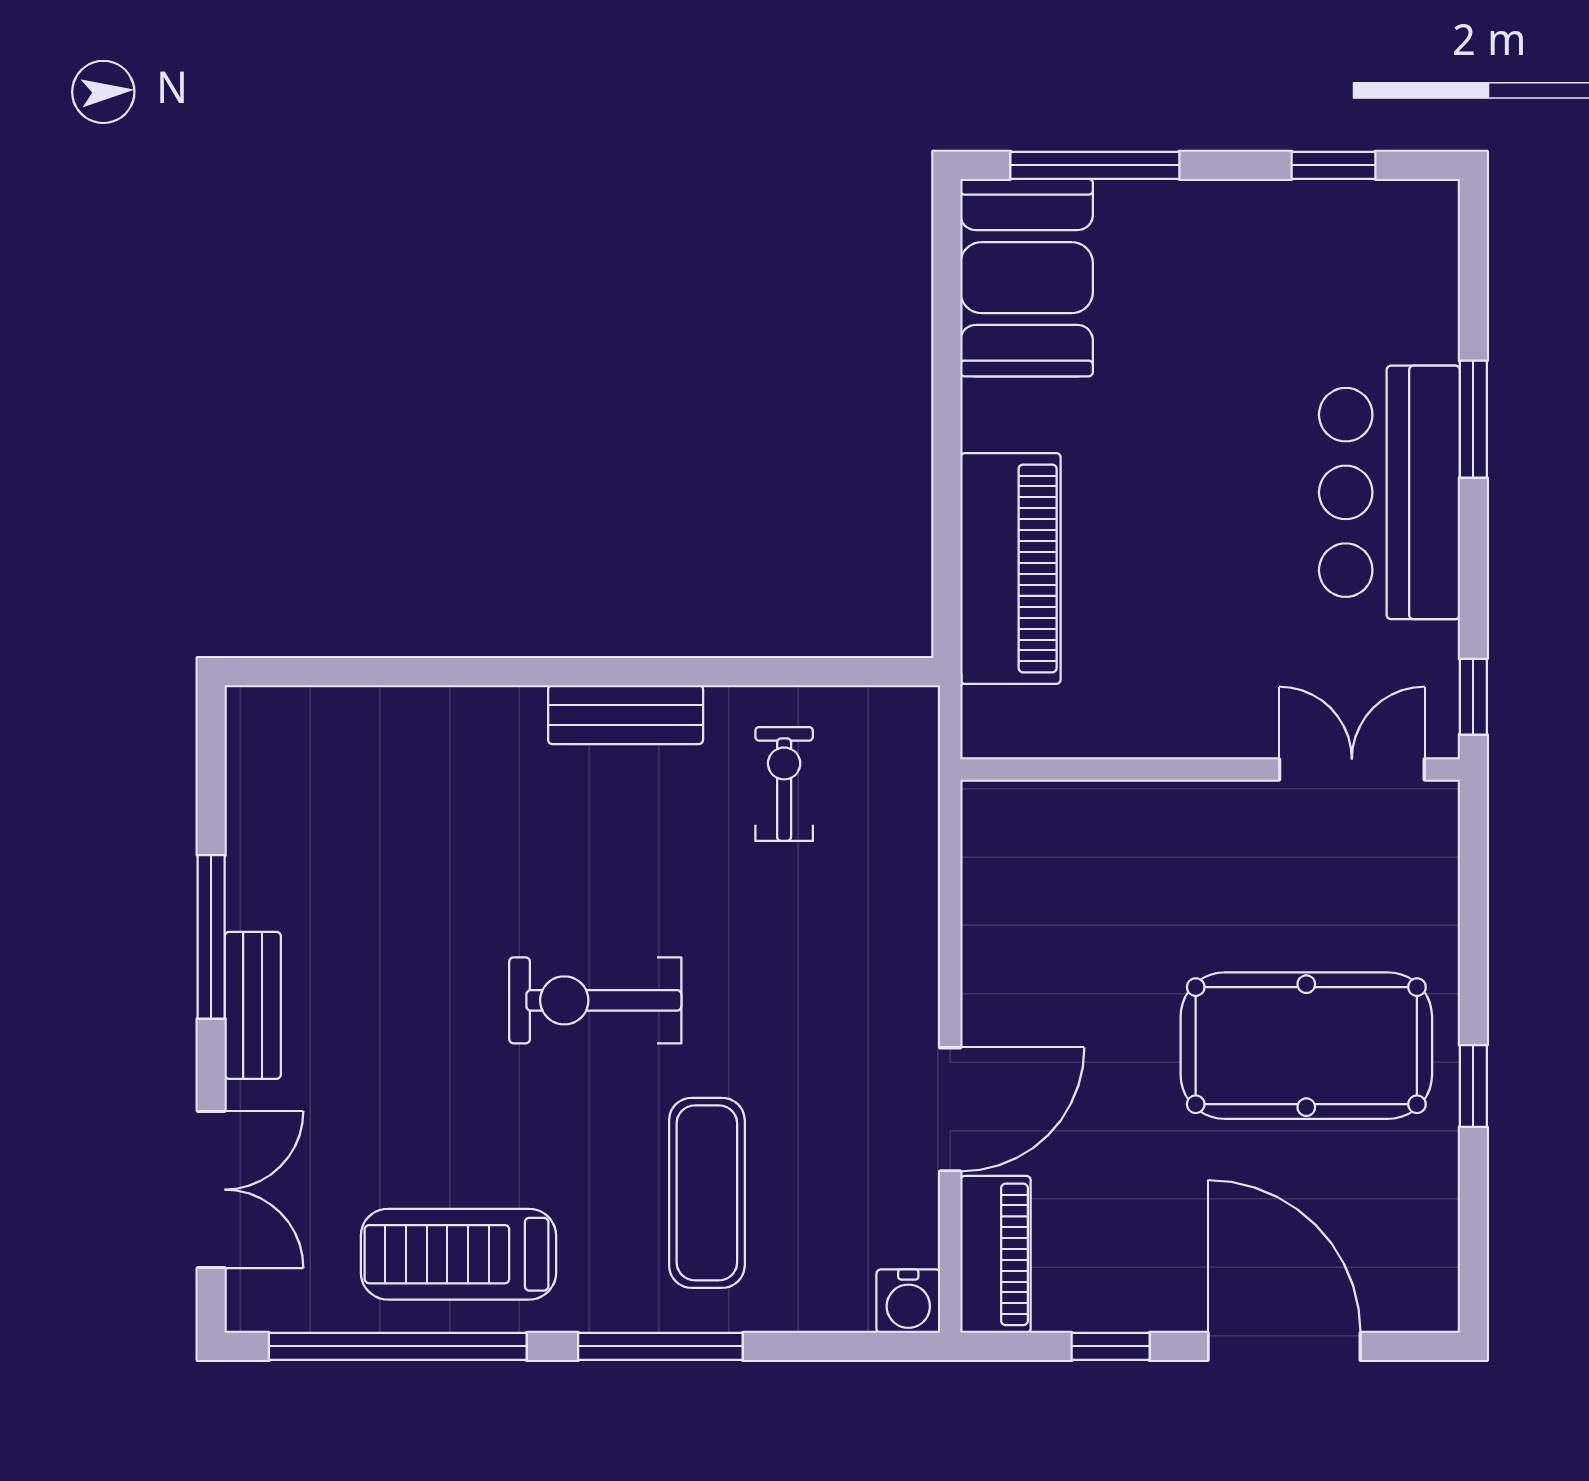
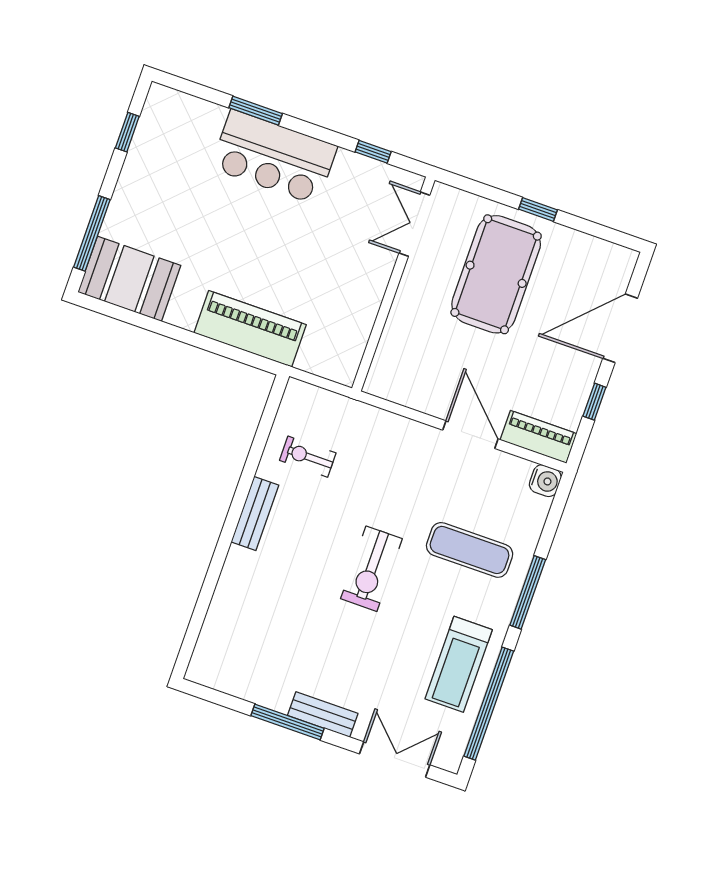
wall: (1210, 769) -> (393, 284), moved
double door: (1352, 769) -> (414, 224), moved

